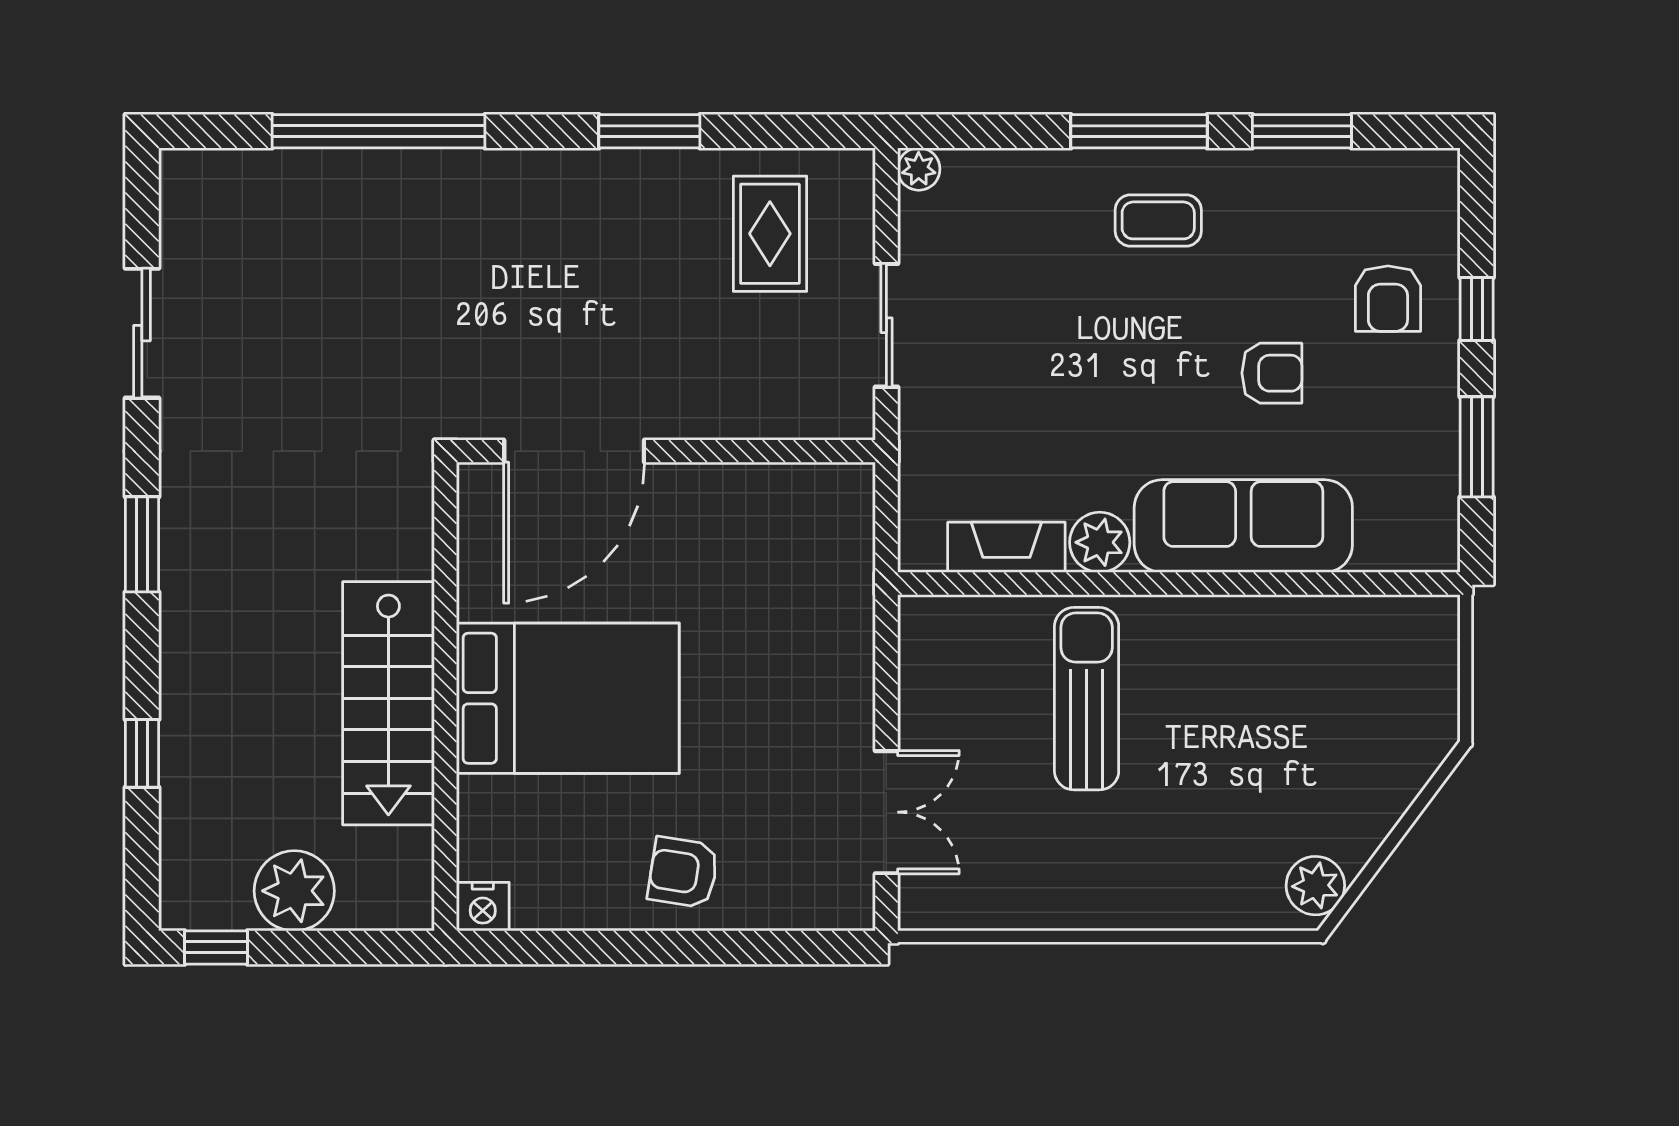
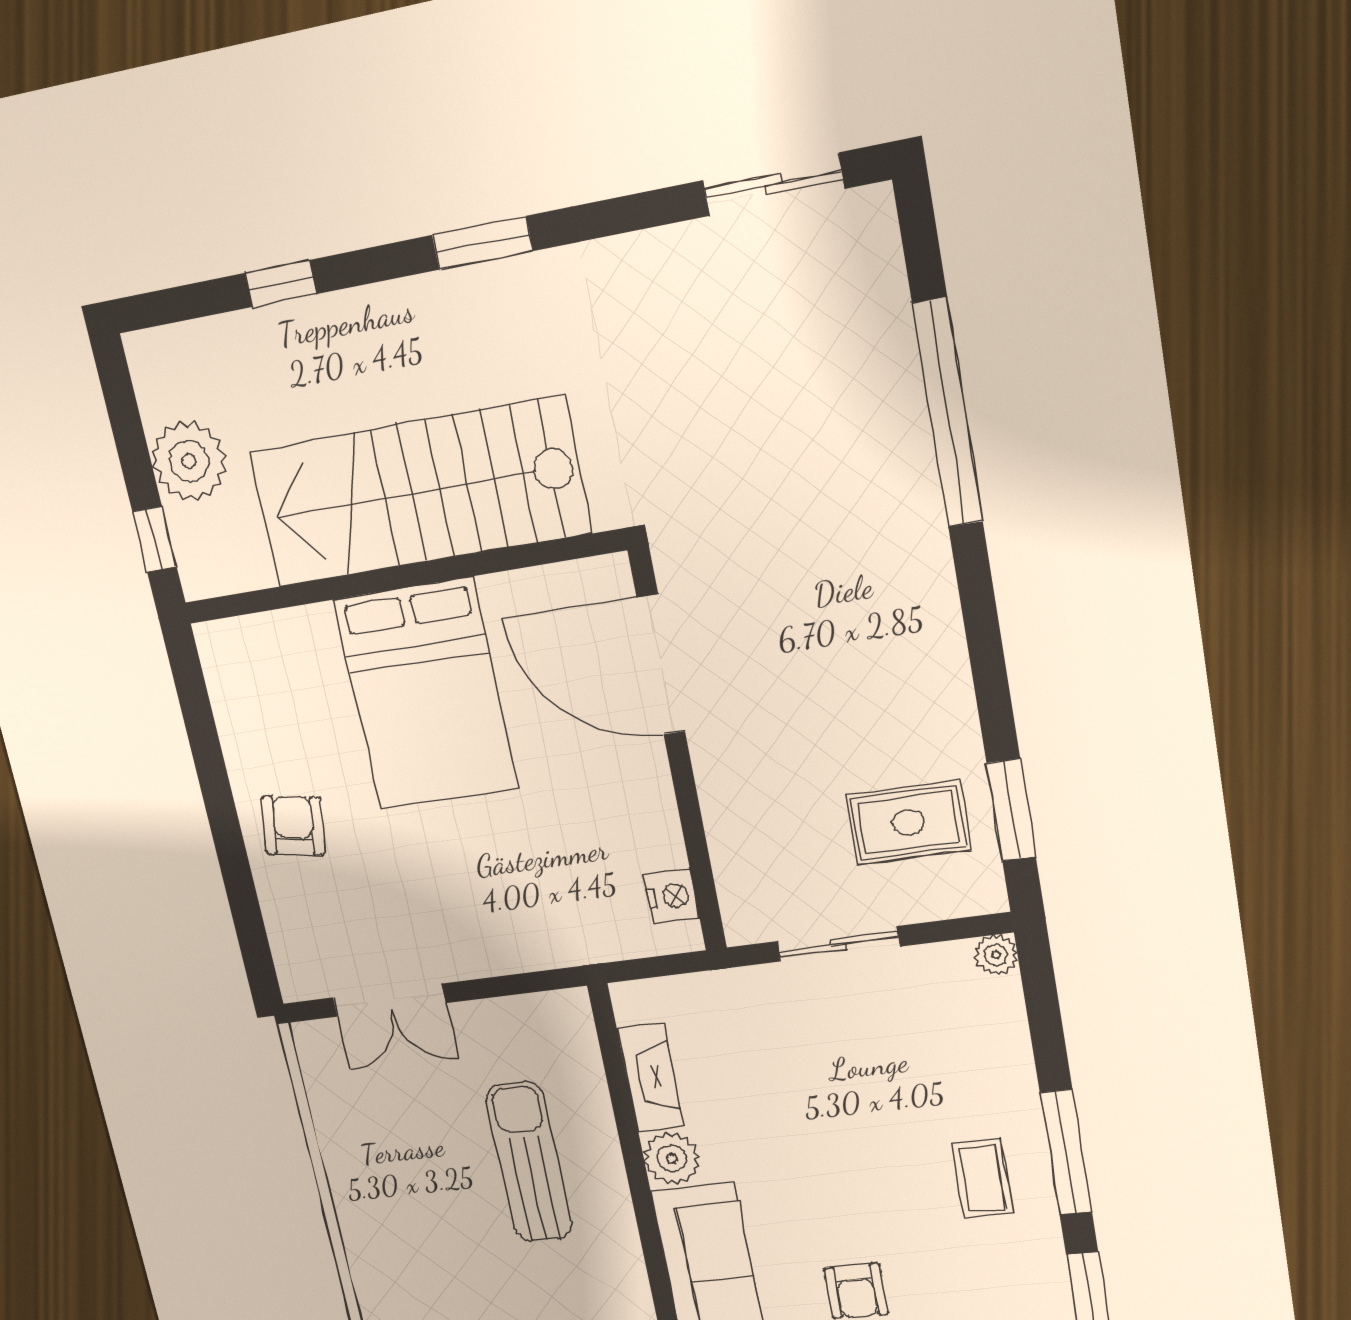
window: (649, 131) -> (1011, 810), moved
sliding door: (142, 333) -> (774, 184), moved
sun lounger: (1087, 699) -> (529, 1162), turned -90
stairs: (388, 703) -> (420, 492), width x1.36, depth x1.51
nightstand: (483, 907) -> (672, 896), moved, turned 180
window: (216, 947) -> (155, 539), moved

